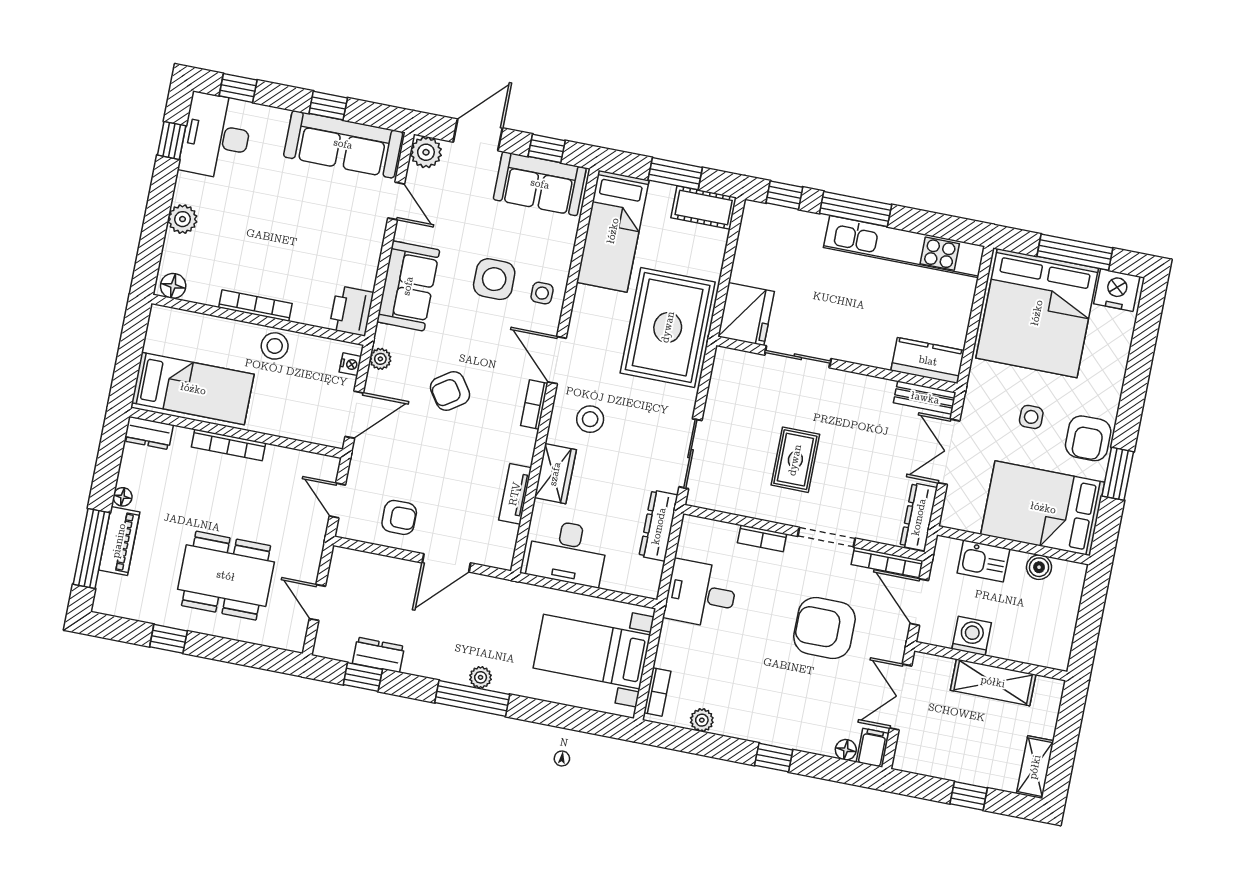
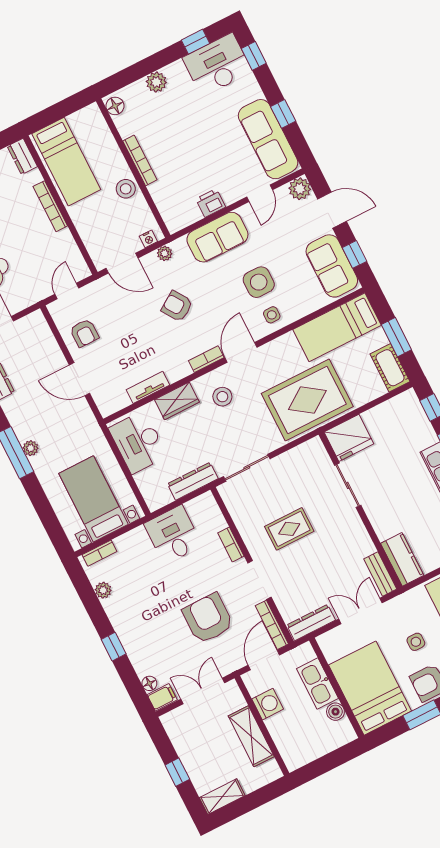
printer: (351, 311) -> (211, 203), moved, width x0.73, depth x0.81
kitchen sink: (983, 561) -> (317, 683), width x1.38

